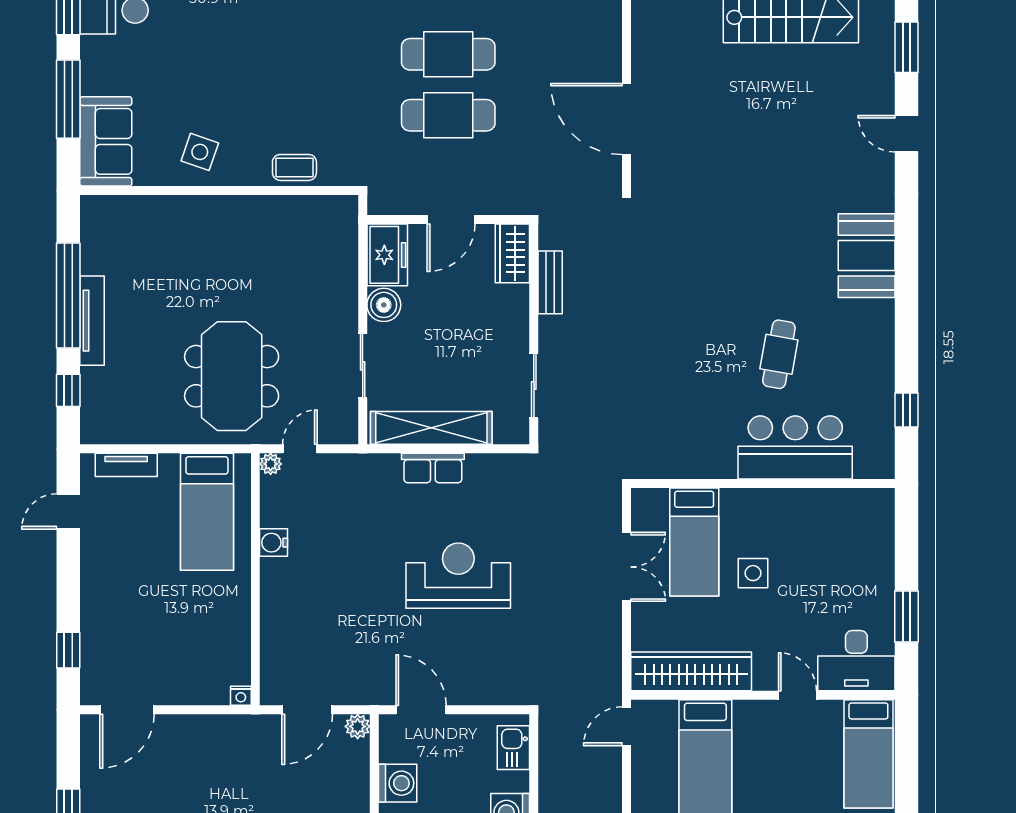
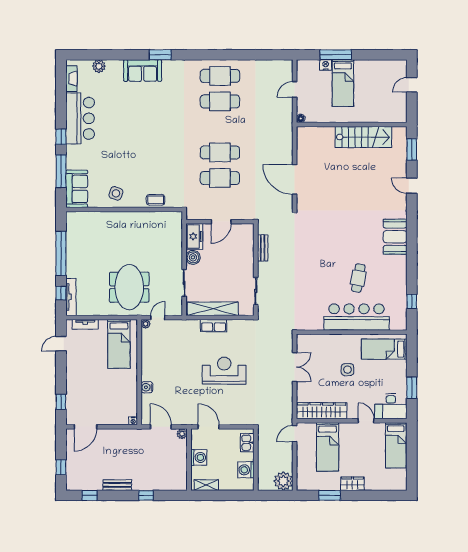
wardrobe: (512, 253) -> (247, 236), removed
tv unit: (92, 321) -> (71, 297), moved
bar counter: (795, 447) -> (356, 317), width x1.36
bed: (694, 542) -> (384, 349), moved, turned 90
water cooler: (274, 543) -> (147, 387), moved
door: (307, 710) -> (161, 427), swing flipped

